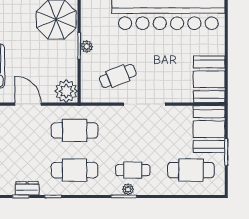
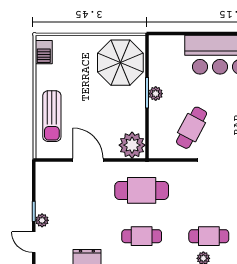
cafe table: (118, 76) -> (192, 128), turned -40
cafe table: (75, 170) -> (142, 236), width x0.73, depth x0.74

